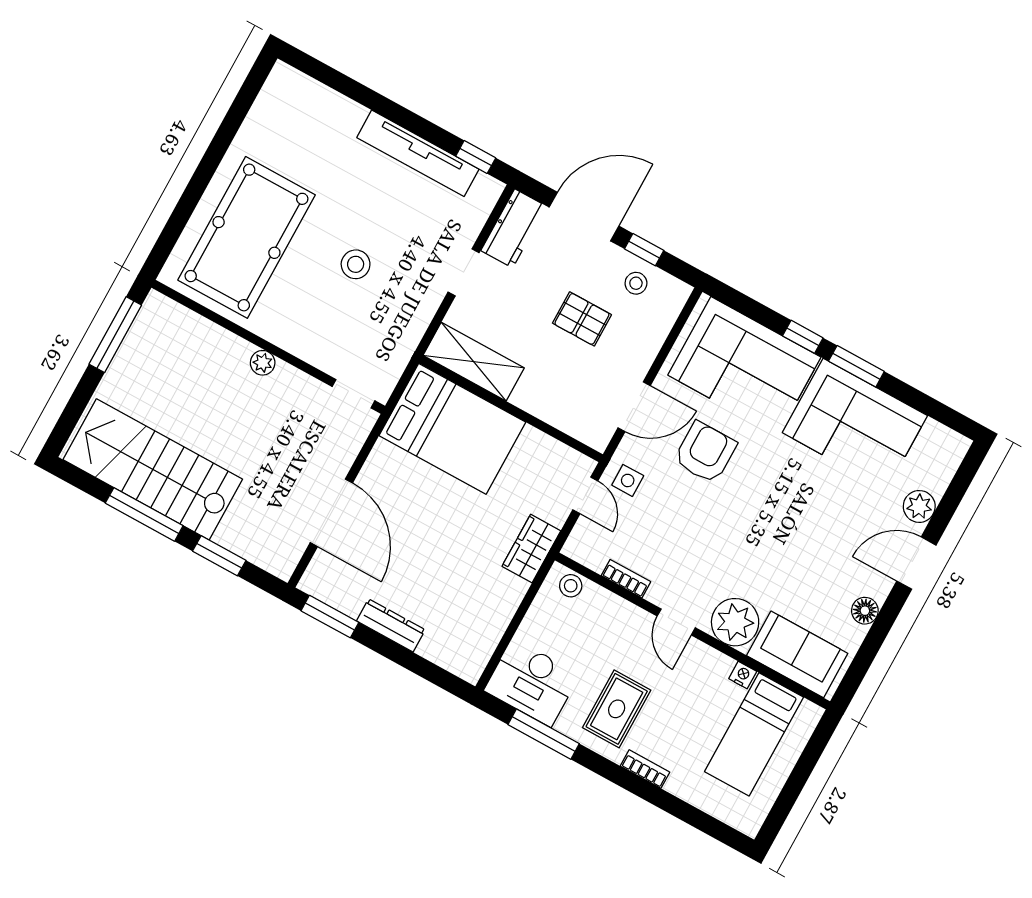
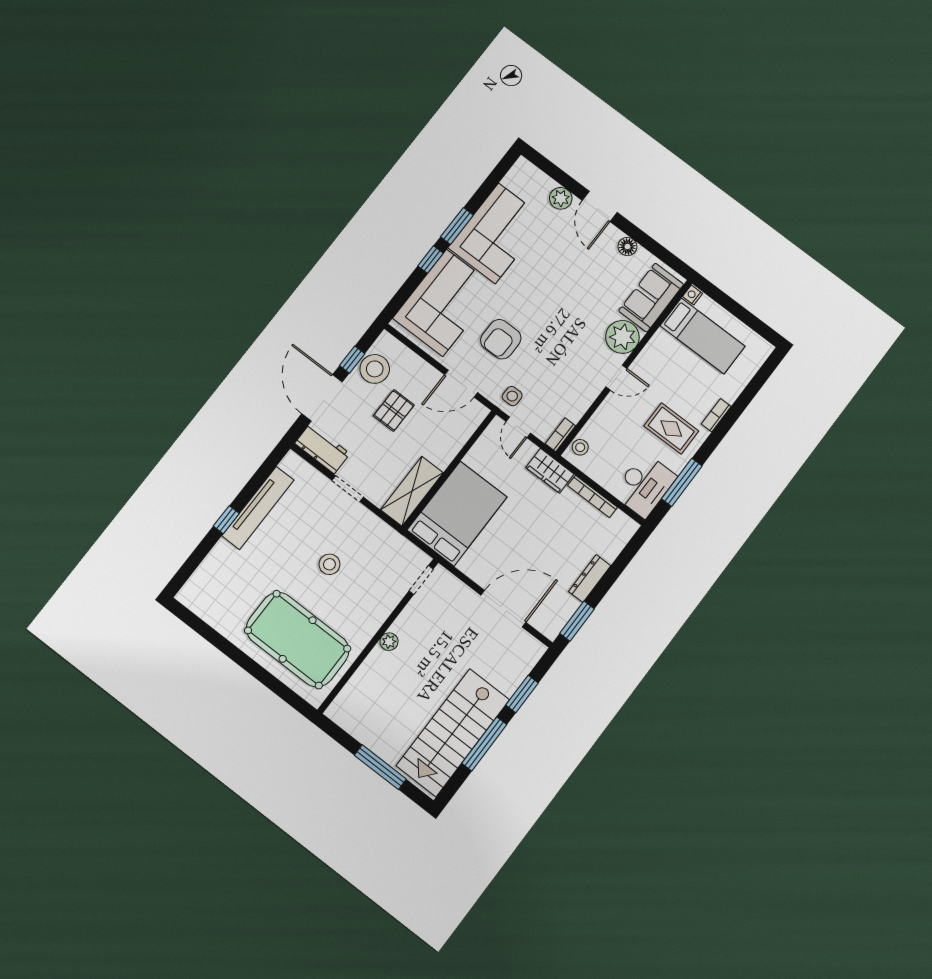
window: (476, 157) -> (226, 520), moved
stool: (636, 283) -> (375, 369), width x1.89, depth x1.89
window: (115, 335) -> (380, 767), moved
door: (634, 407) -> (461, 384), swing flipped
armchair: (705, 452) -> (501, 339), turned -90
door: (585, 495) -> (518, 427), swing flipped
bookcase: (626, 579) -> (560, 435), moved
bookcase: (505, 613) -> (592, 496), added
nightstand: (743, 675) -> (693, 295), moved

